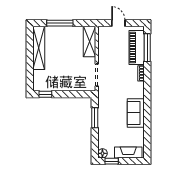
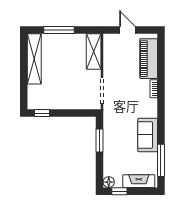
window: (147, 48) -> (161, 160), moved

